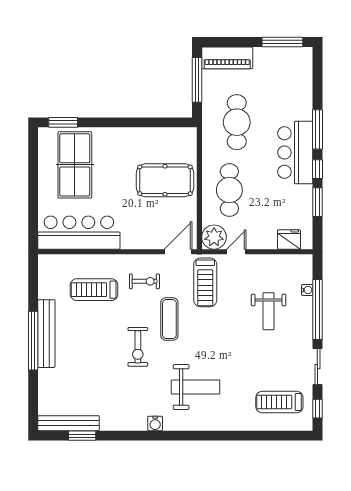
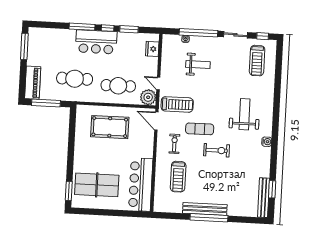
pool table: (165, 180) -> (110, 127), turned 90

